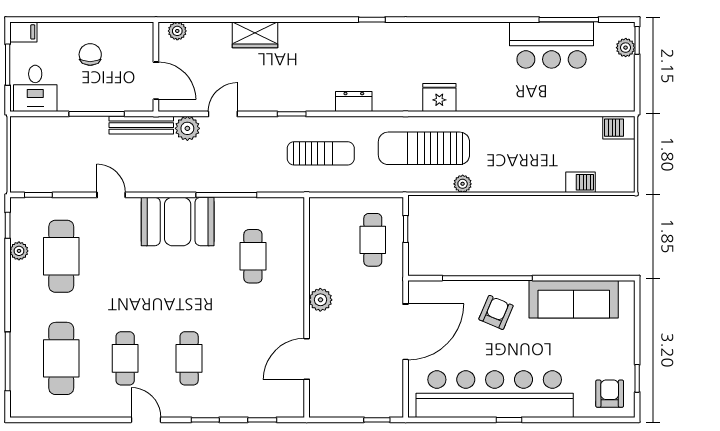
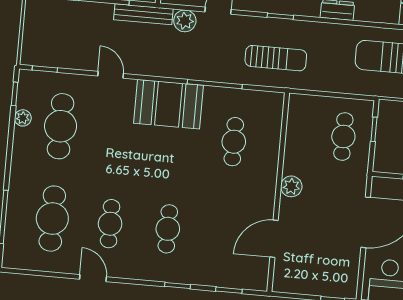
sun lounger: (321, 153) -> (276, 58), moved
door: (146, 420) -> (93, 278), moved

